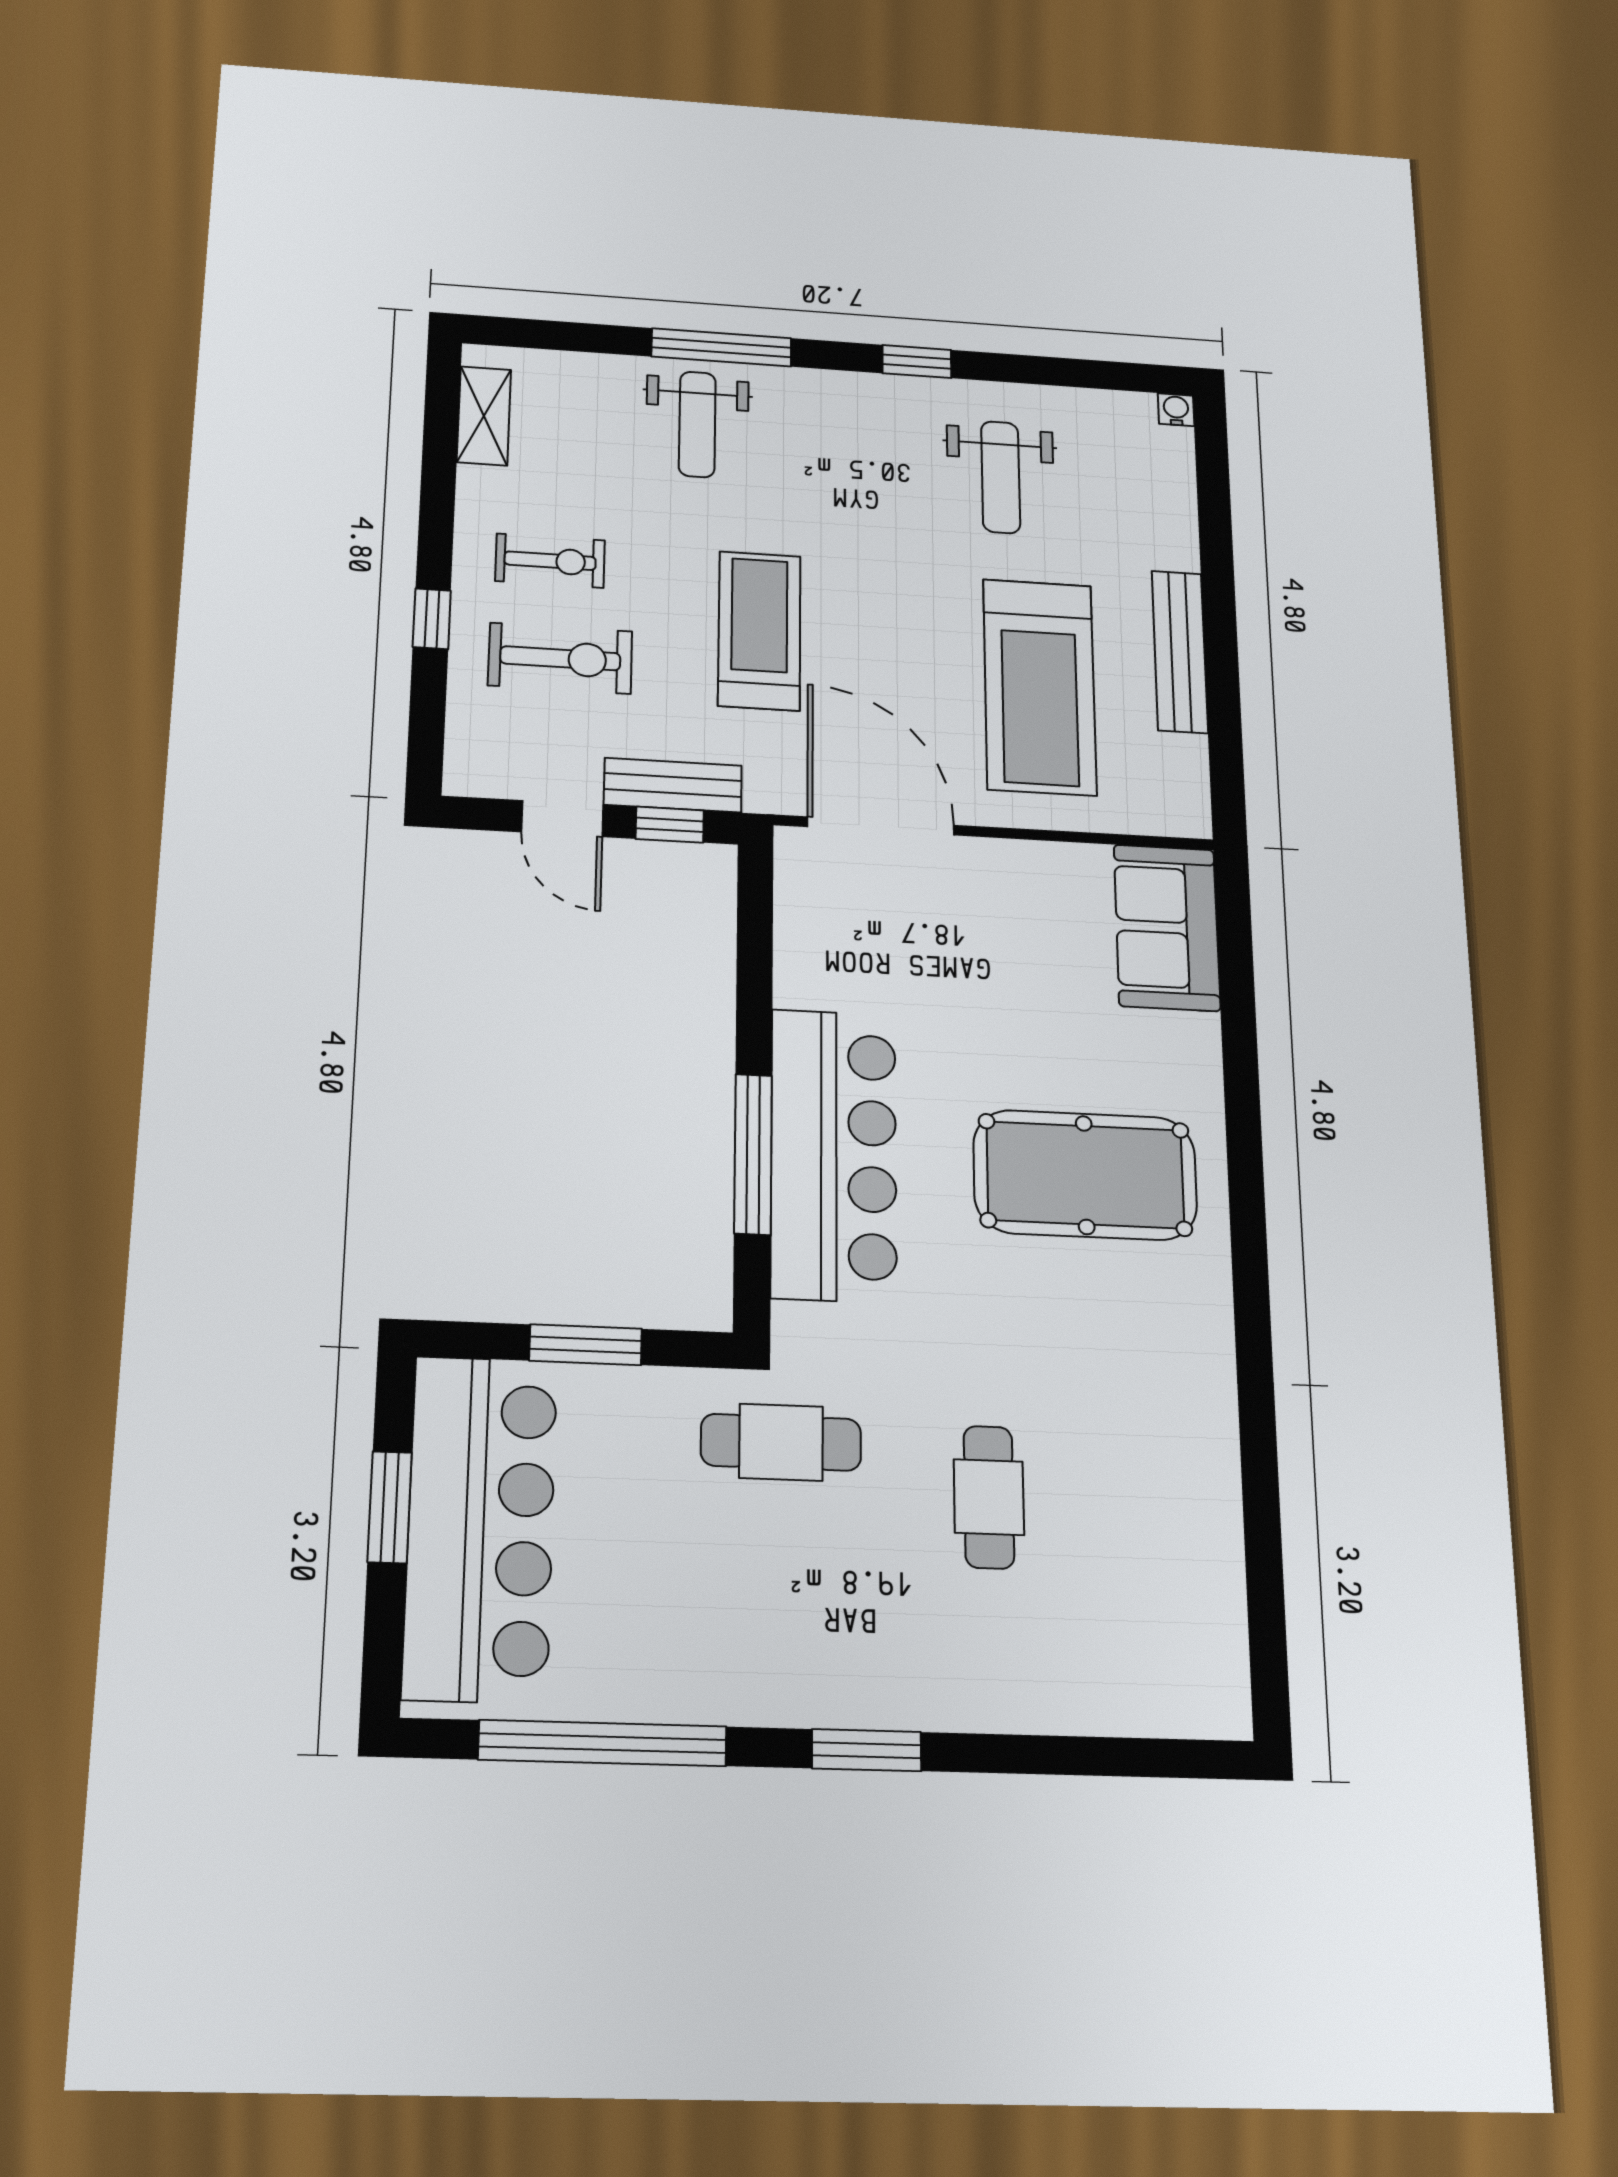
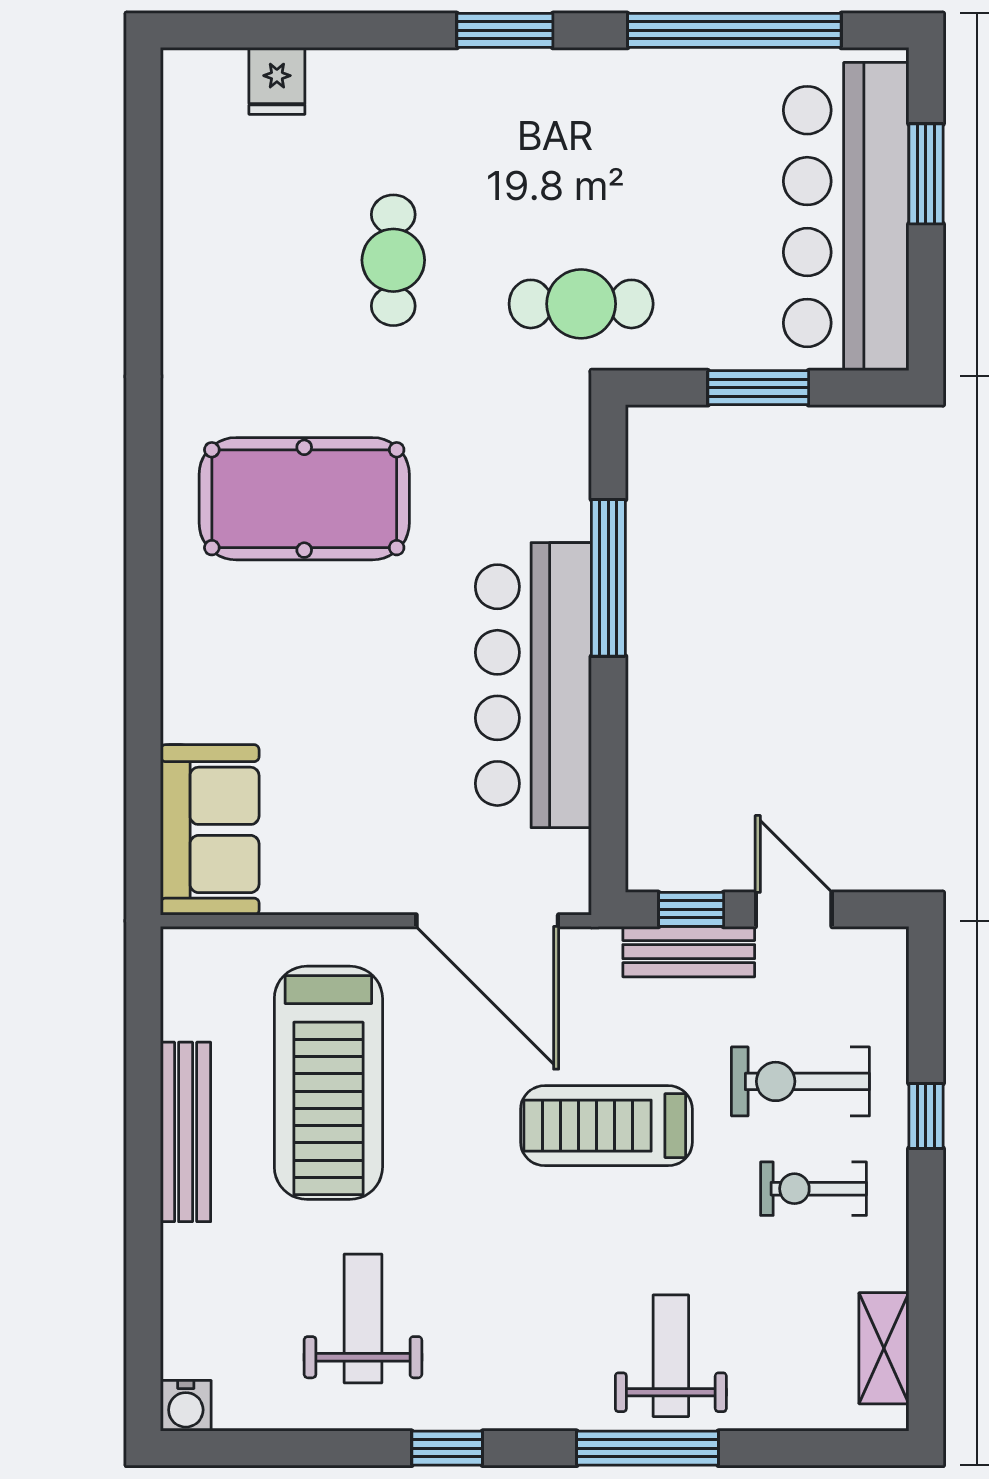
water cooler: (1176, 410) -> (186, 1406), width x1.38, depth x1.38
treadmill: (759, 631) -> (606, 1126), turned 90
treadmill: (1040, 687) -> (328, 1083), turned 180
bar counter: (834, 1155) -> (533, 685), moved
pool table: (1085, 1175) -> (304, 499), moved
window: (390, 1507) -> (926, 174), moved
fridge: (1123, 1700) -> (277, 81), added

